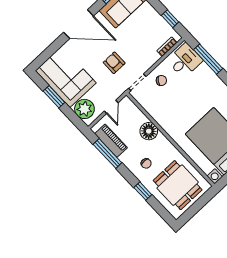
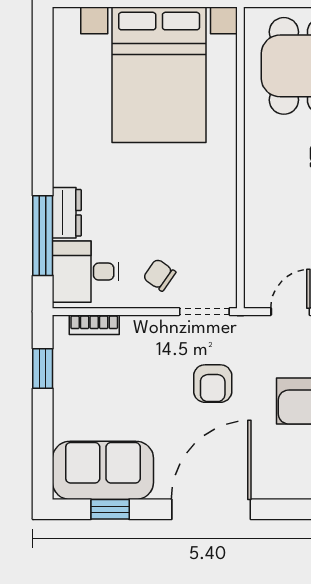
door: (79, 24) -> (211, 509), hinge flipped
dresser: (207, 73) -> (67, 213), added
floor lamp: (149, 131) -> (265, 207), removed

